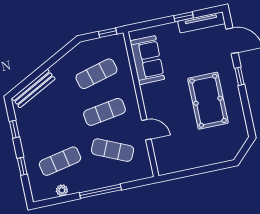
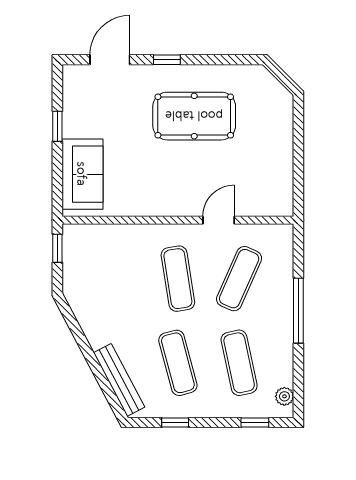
tv unit: (202, 22) -> (72, 101), removed
sofa: (147, 60) -> (82, 174), moved, turned 90
exercise mat: (96, 74) -> (178, 363), moved
window: (22, 166) -> (255, 422), moved
plant: (62, 190) -> (284, 396), moved

